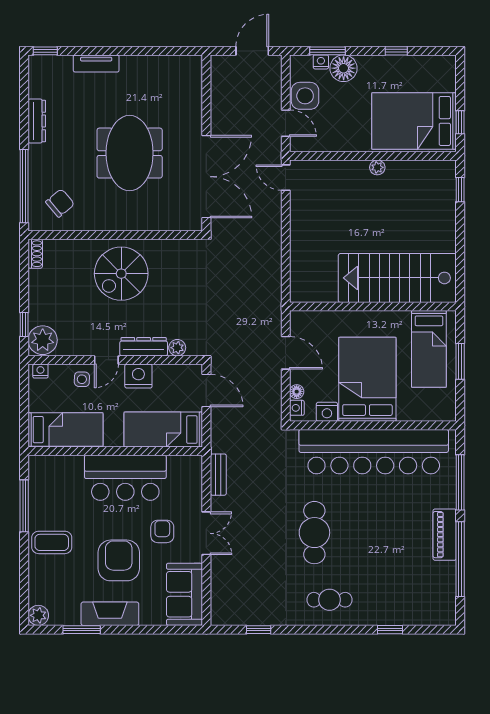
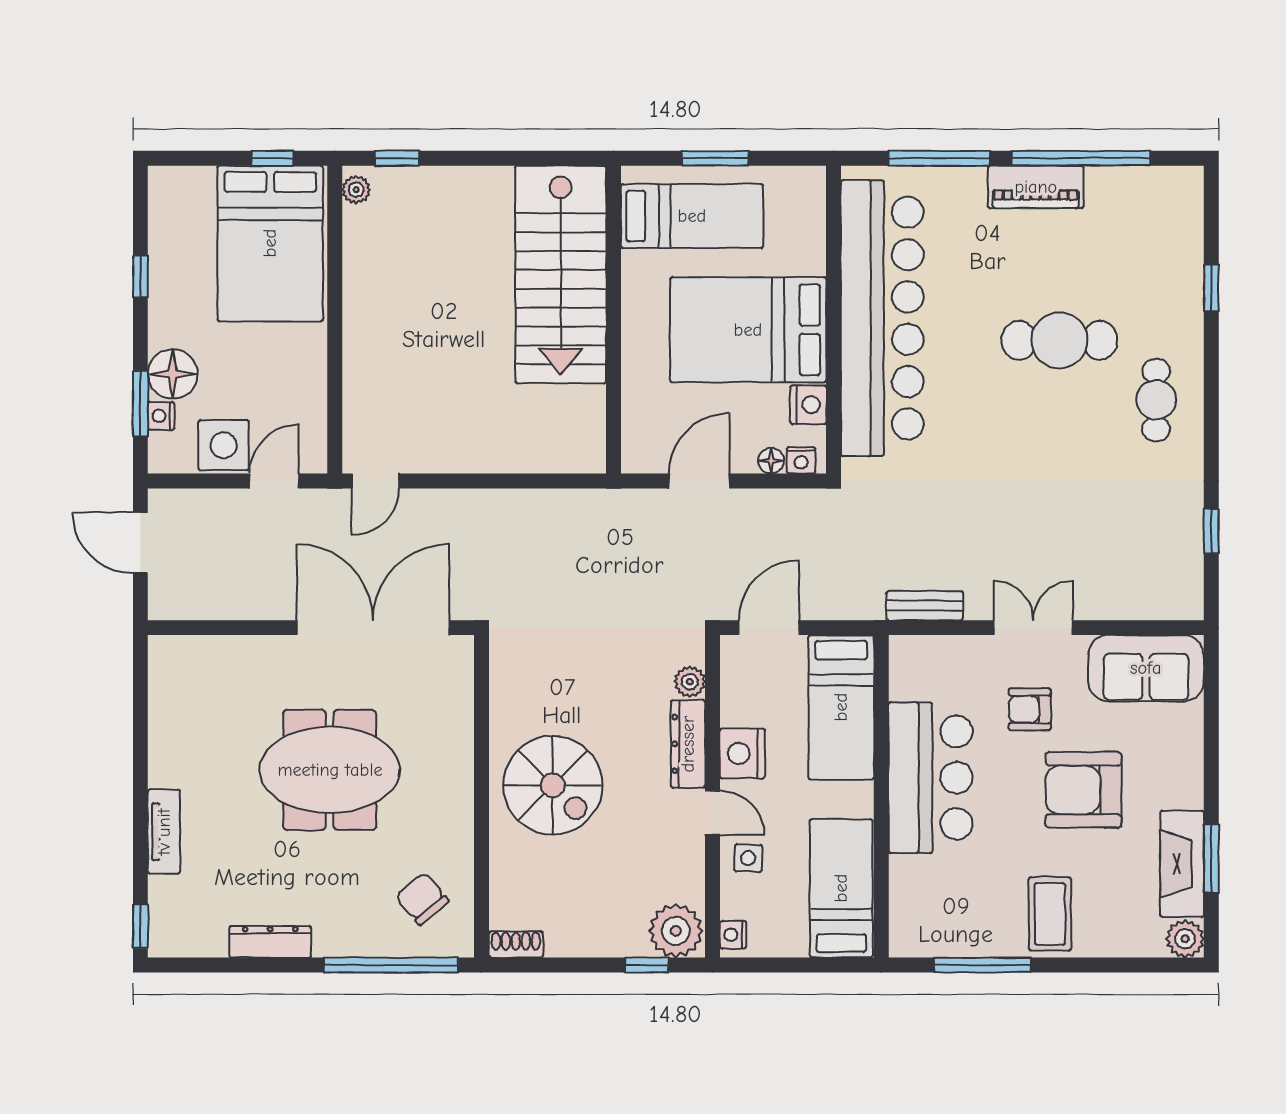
plant: (377, 167) -> (356, 190), moved
cafe table: (314, 533) -> (1059, 340), moved
fireplace: (110, 614) -> (1182, 864), moved

